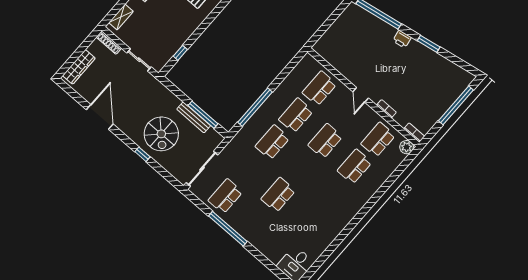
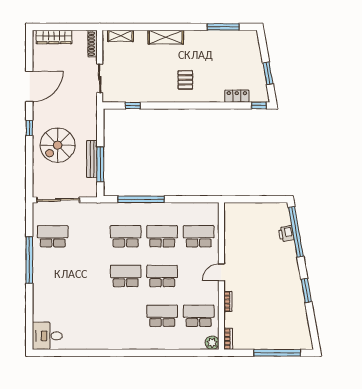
printer: (402, 39) -> (286, 234), moved
window: (143, 154) -> (29, 128), moved
school desk: (278, 195) -> (126, 276), moved

